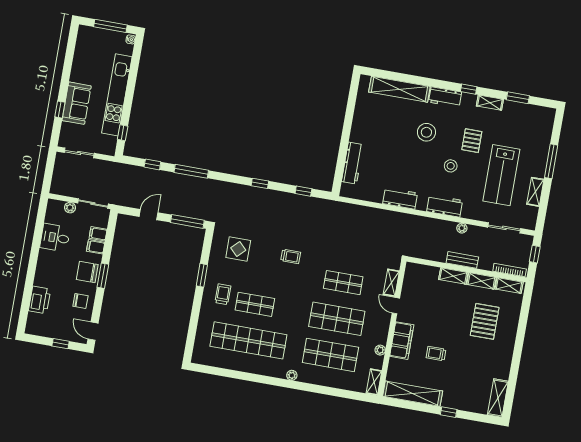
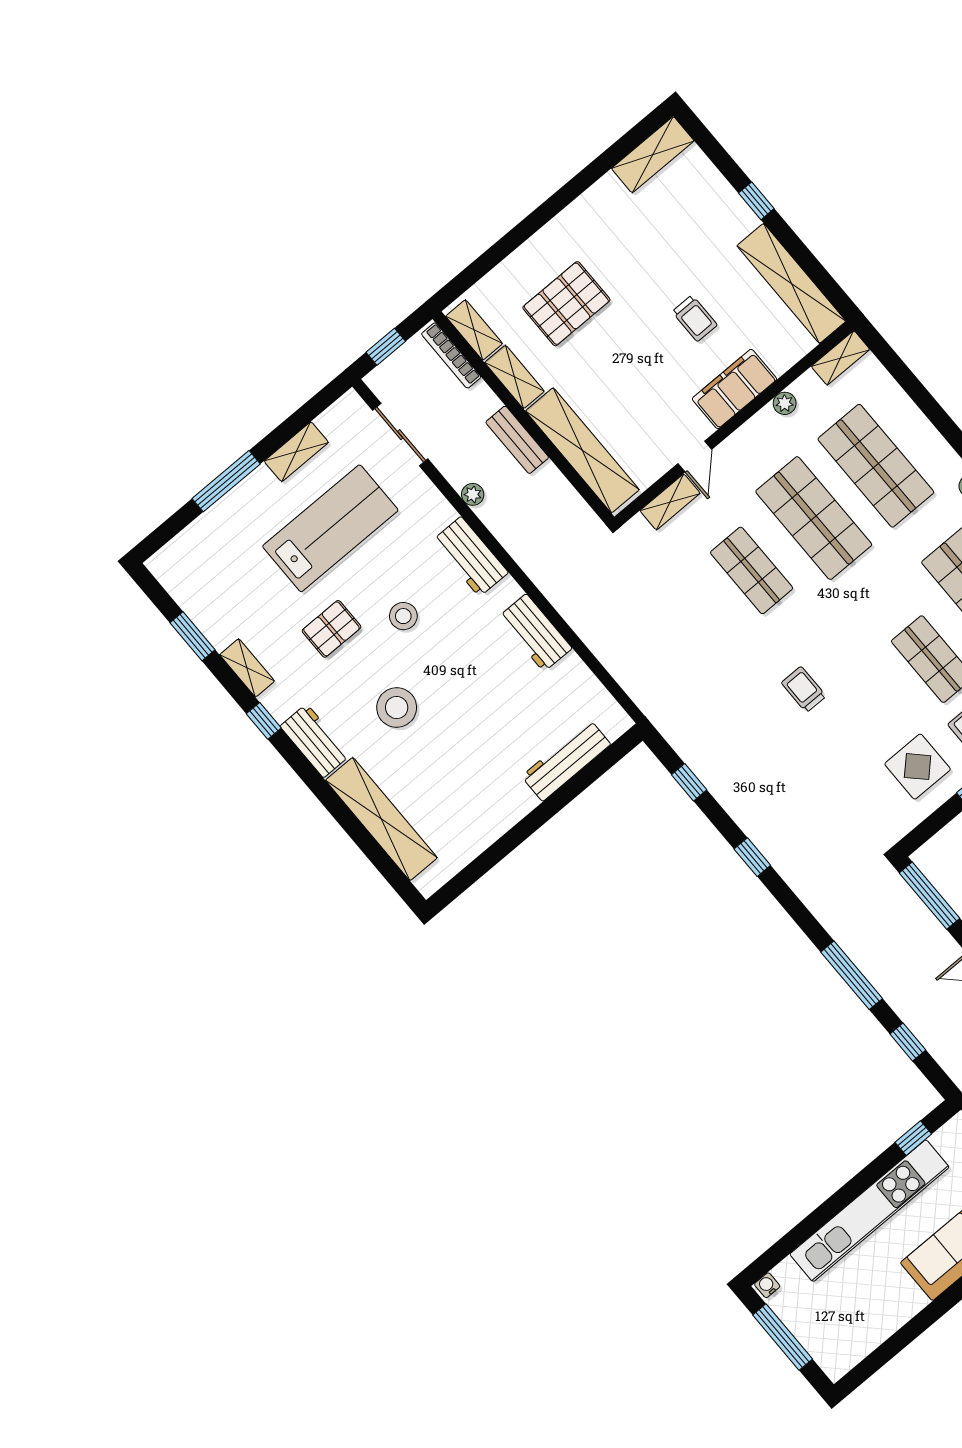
display table: (238, 249) -> (918, 767), moved
shelving: (453, 276) -> (582, 450), width x2.20, depth x1.33

